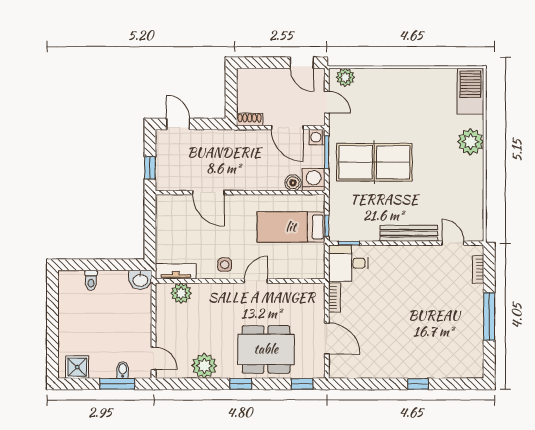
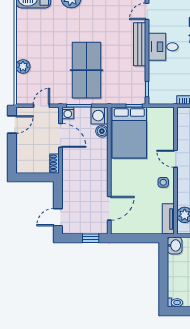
plant: (345, 77) -> (23, 66), moved
door: (287, 128) -> (61, 135), hinge flipped
door: (208, 193) -> (109, 208), moved
bed: (291, 227) -> (129, 133), width x1.50
desk: (348, 263) -> (163, 47), moved, turned 90
toilet: (91, 280) -> (175, 303), moved

